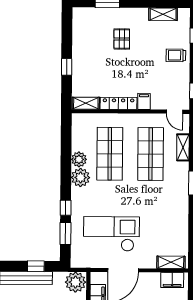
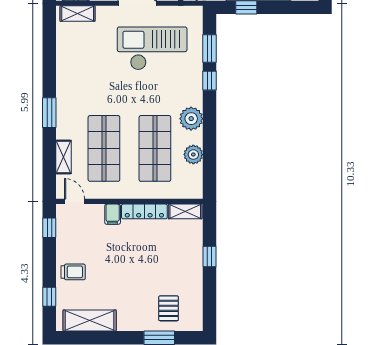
shelving: (163, 14) -> (90, 320), width x1.50, depth x1.33
pallet: (122, 39) -> (169, 308), moved
plant: (79, 159) -> (193, 155), moved
checkout: (111, 234) -> (152, 48), turned 180

